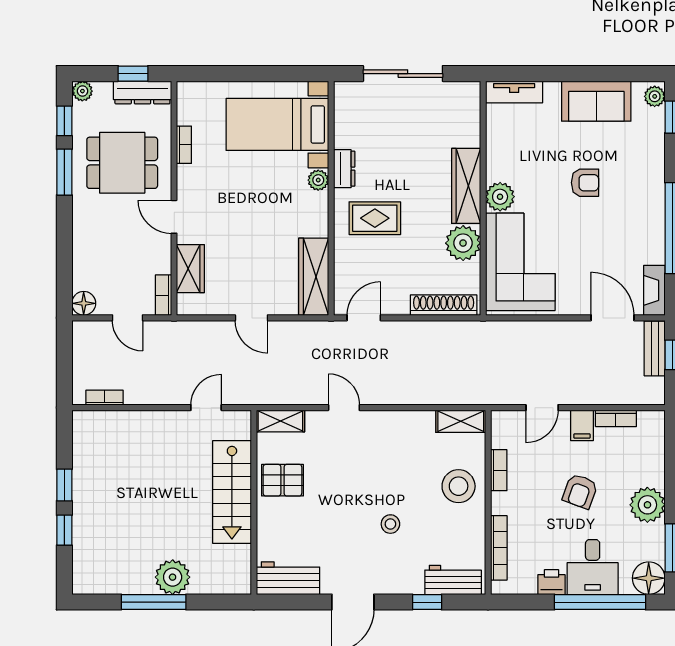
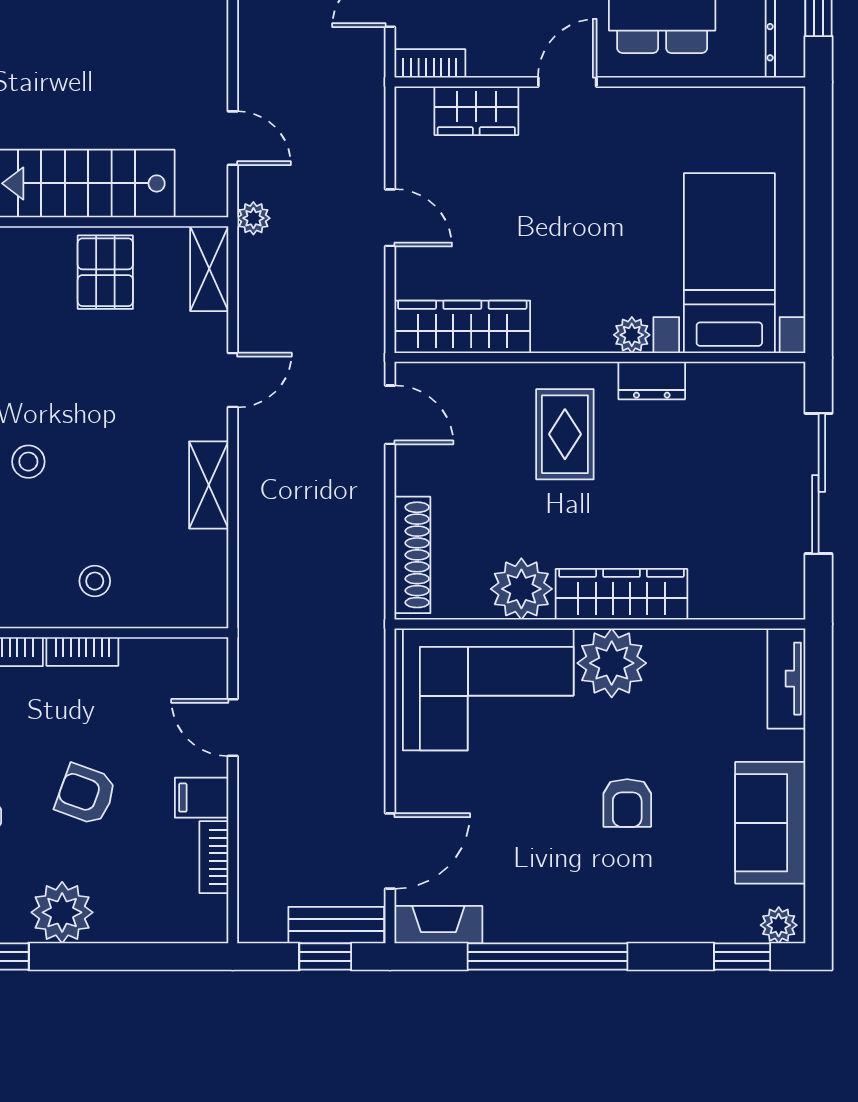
bookcase: (184, 145) -> (694, 99), removed
plant: (500, 197) -> (612, 663), width x1.36, depth x1.36
door: (251, 318) -> (390, 218), swing flipped
plant: (252, 396) -> (253, 218), added
shelving: (461, 421) -> (209, 485), moved
bookcase: (499, 470) -> (82, 652), moved
stool: (459, 486) -> (95, 581), width x0.53, depth x0.53

